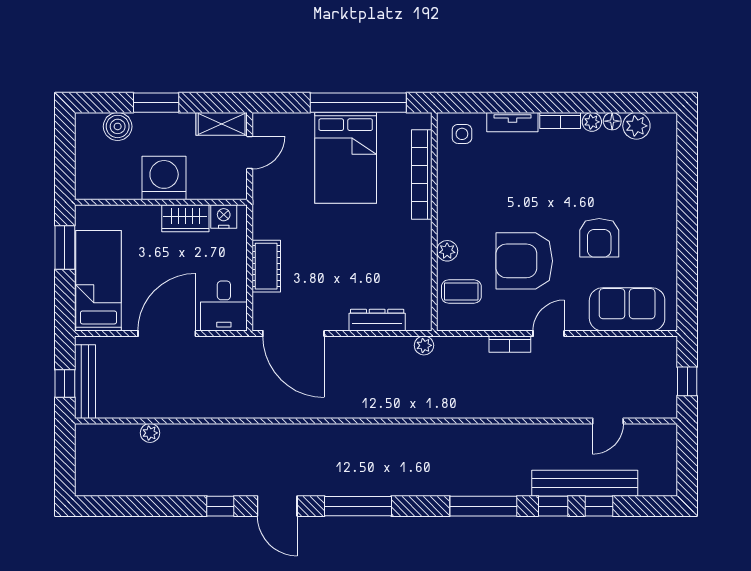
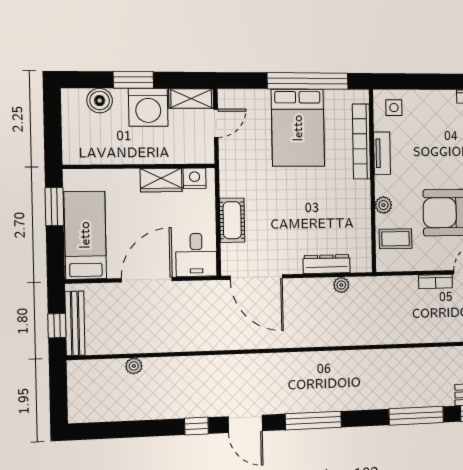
tv unit: (512, 122) -> (382, 153), moved, turned -90
washing machine: (164, 178) -> (148, 107), moved, turned 180
plant: (424, 345) -> (341, 285), moved

